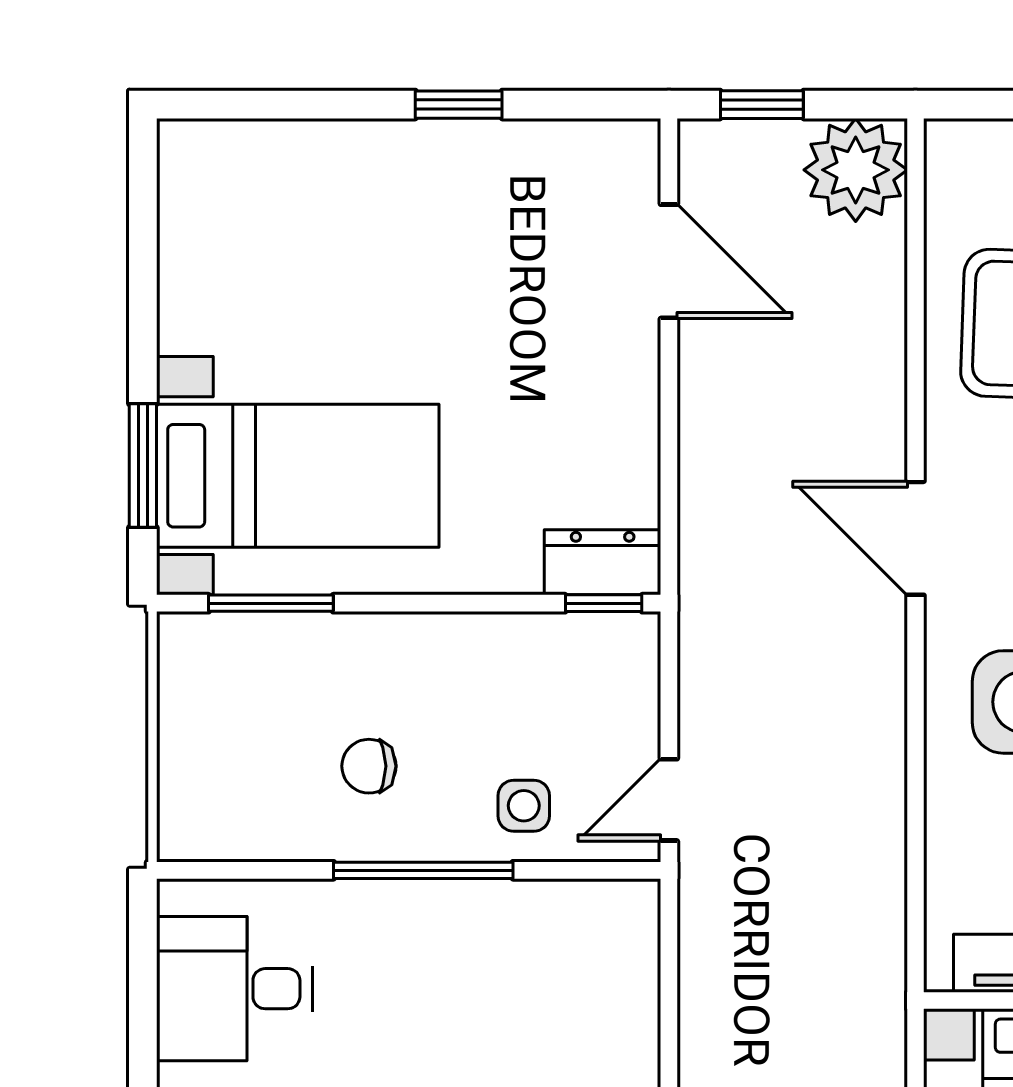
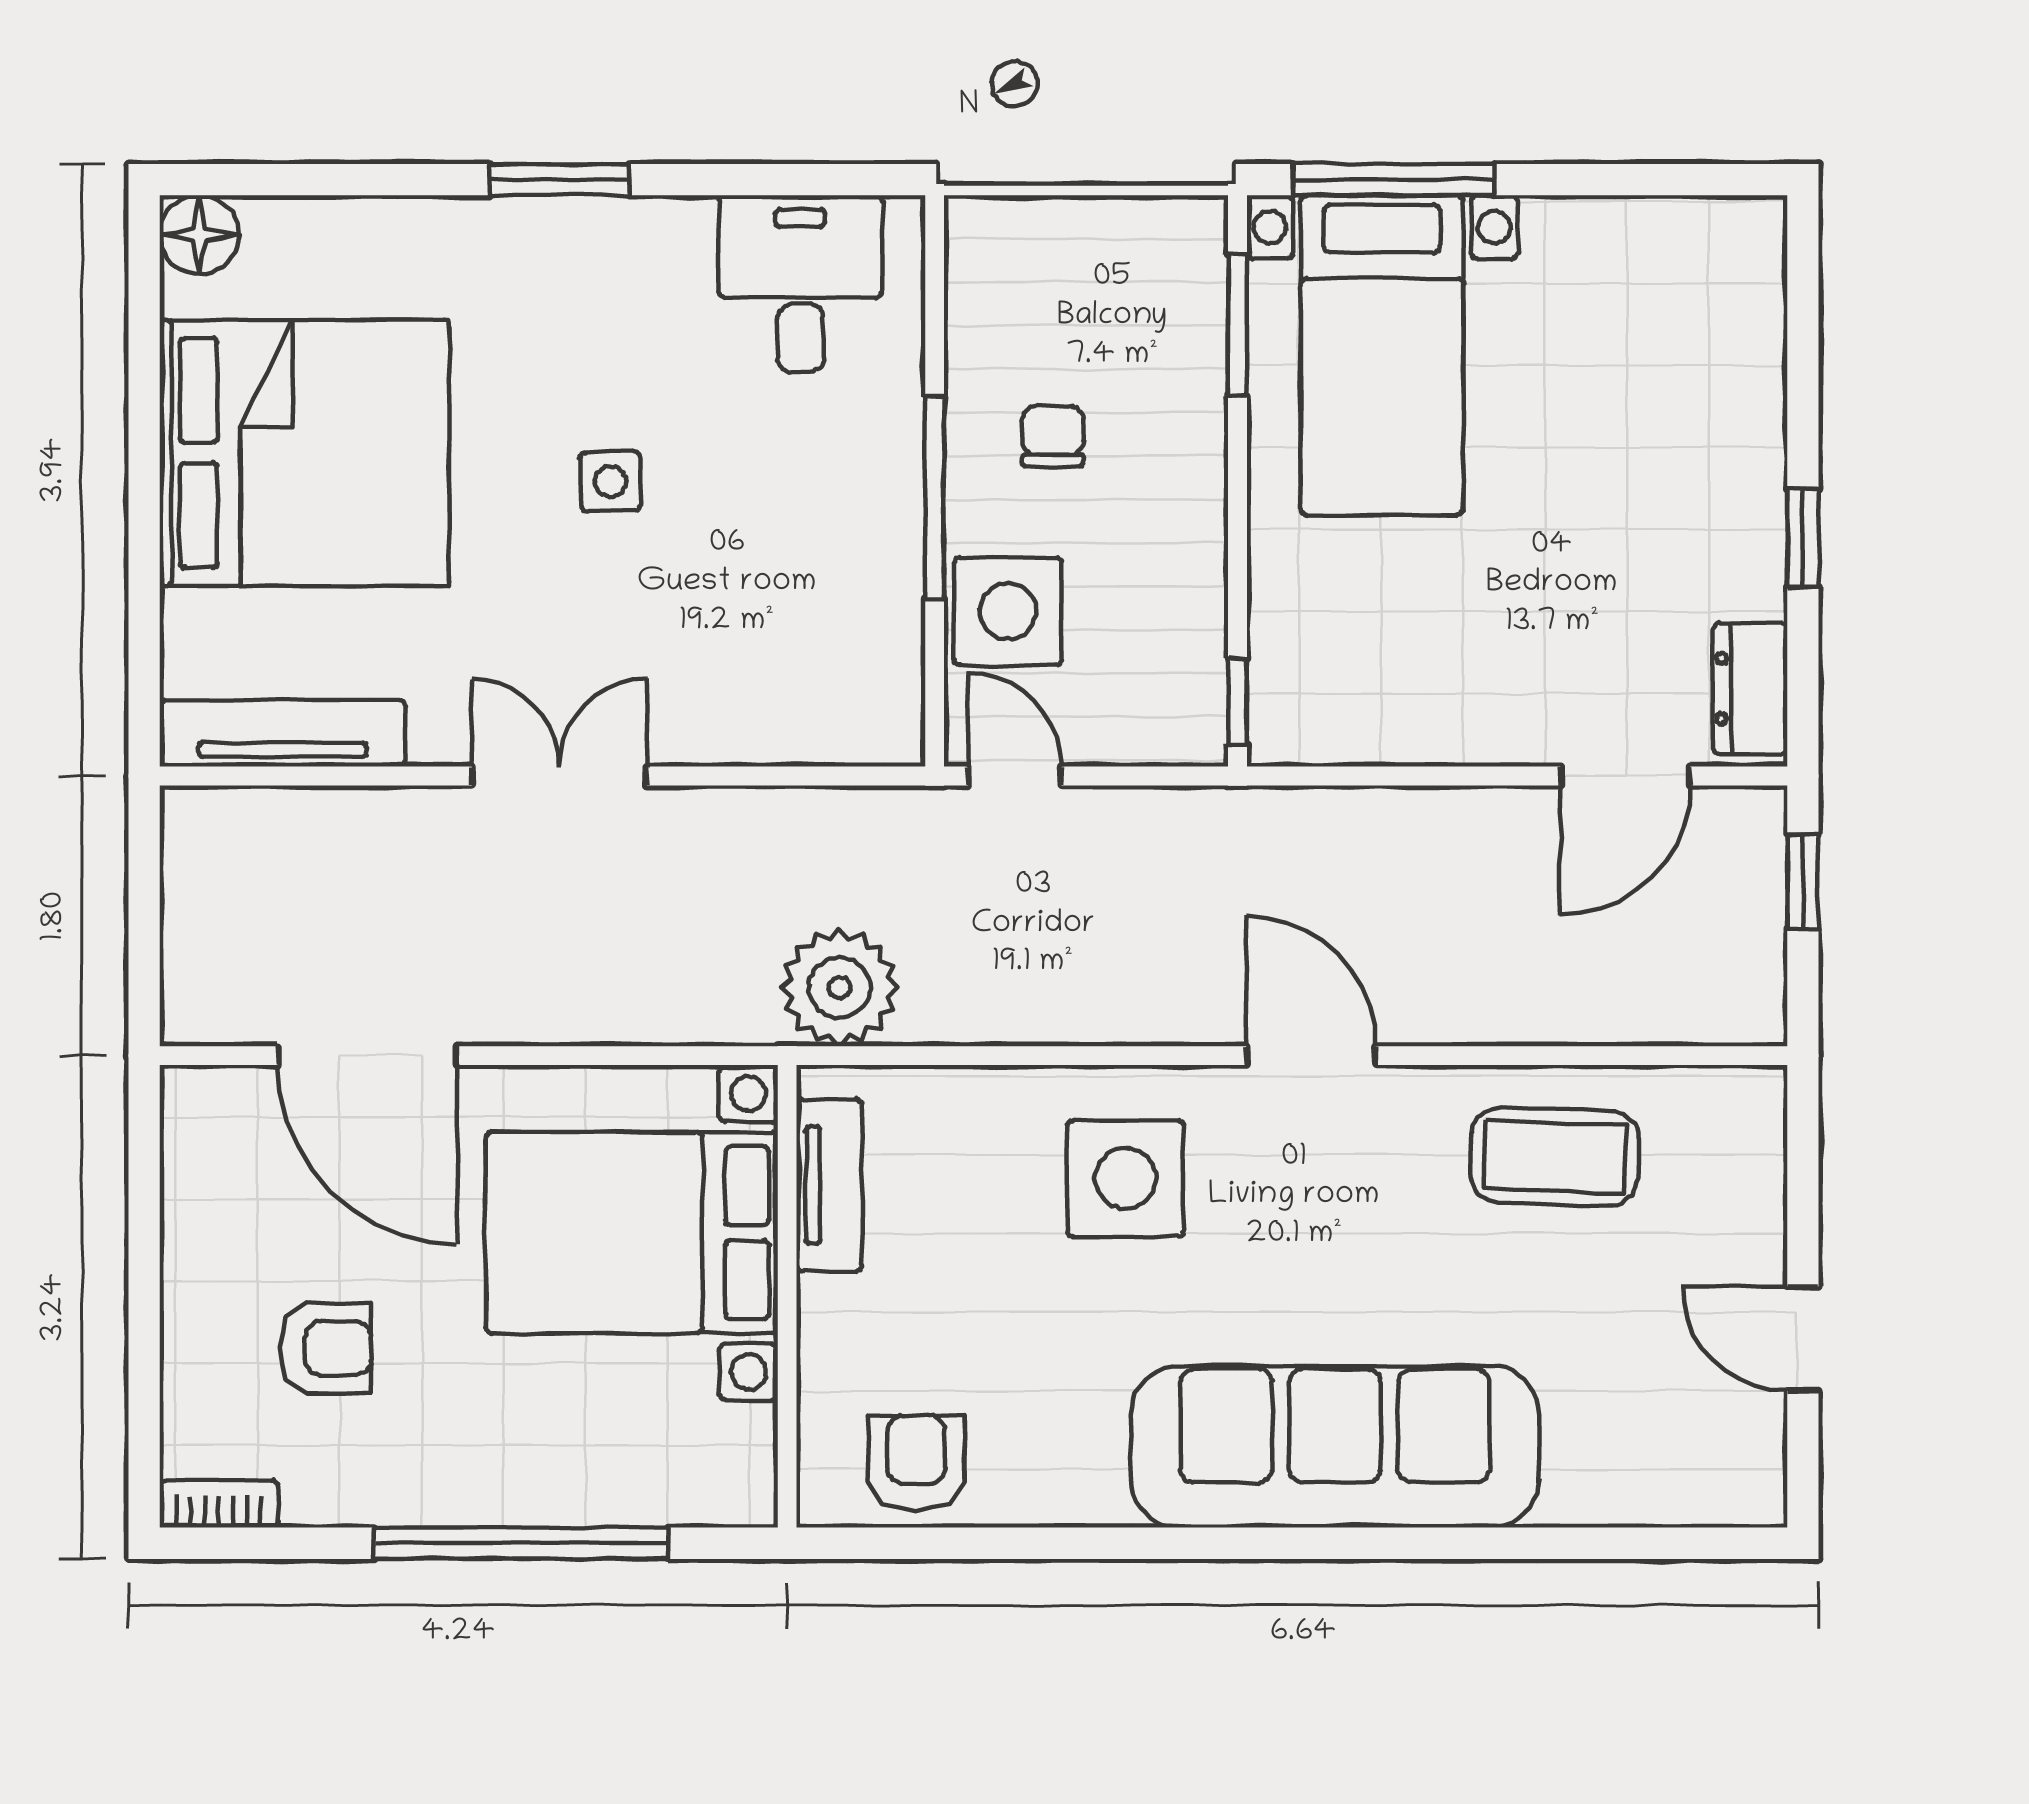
plant: (856, 170) -> (839, 988), moved
window: (143, 466) -> (1394, 180), width x1.44
door: (915, 538) -> (1311, 1056), hinge flipped
dresser: (603, 562) -> (1750, 689), moved, turned 180
side table: (524, 806) -> (1008, 611), width x1.87, depth x1.87

